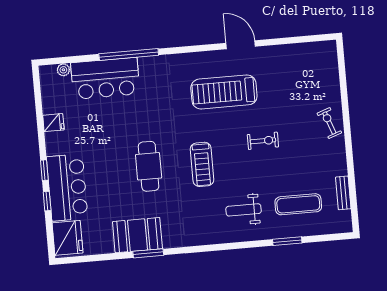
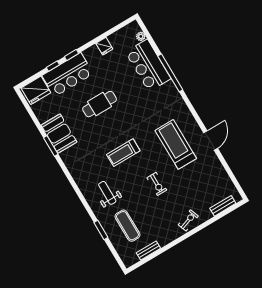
bench: (332, 70) -> (223, 206), added
cafe table: (149, 166) -> (100, 104), moved

